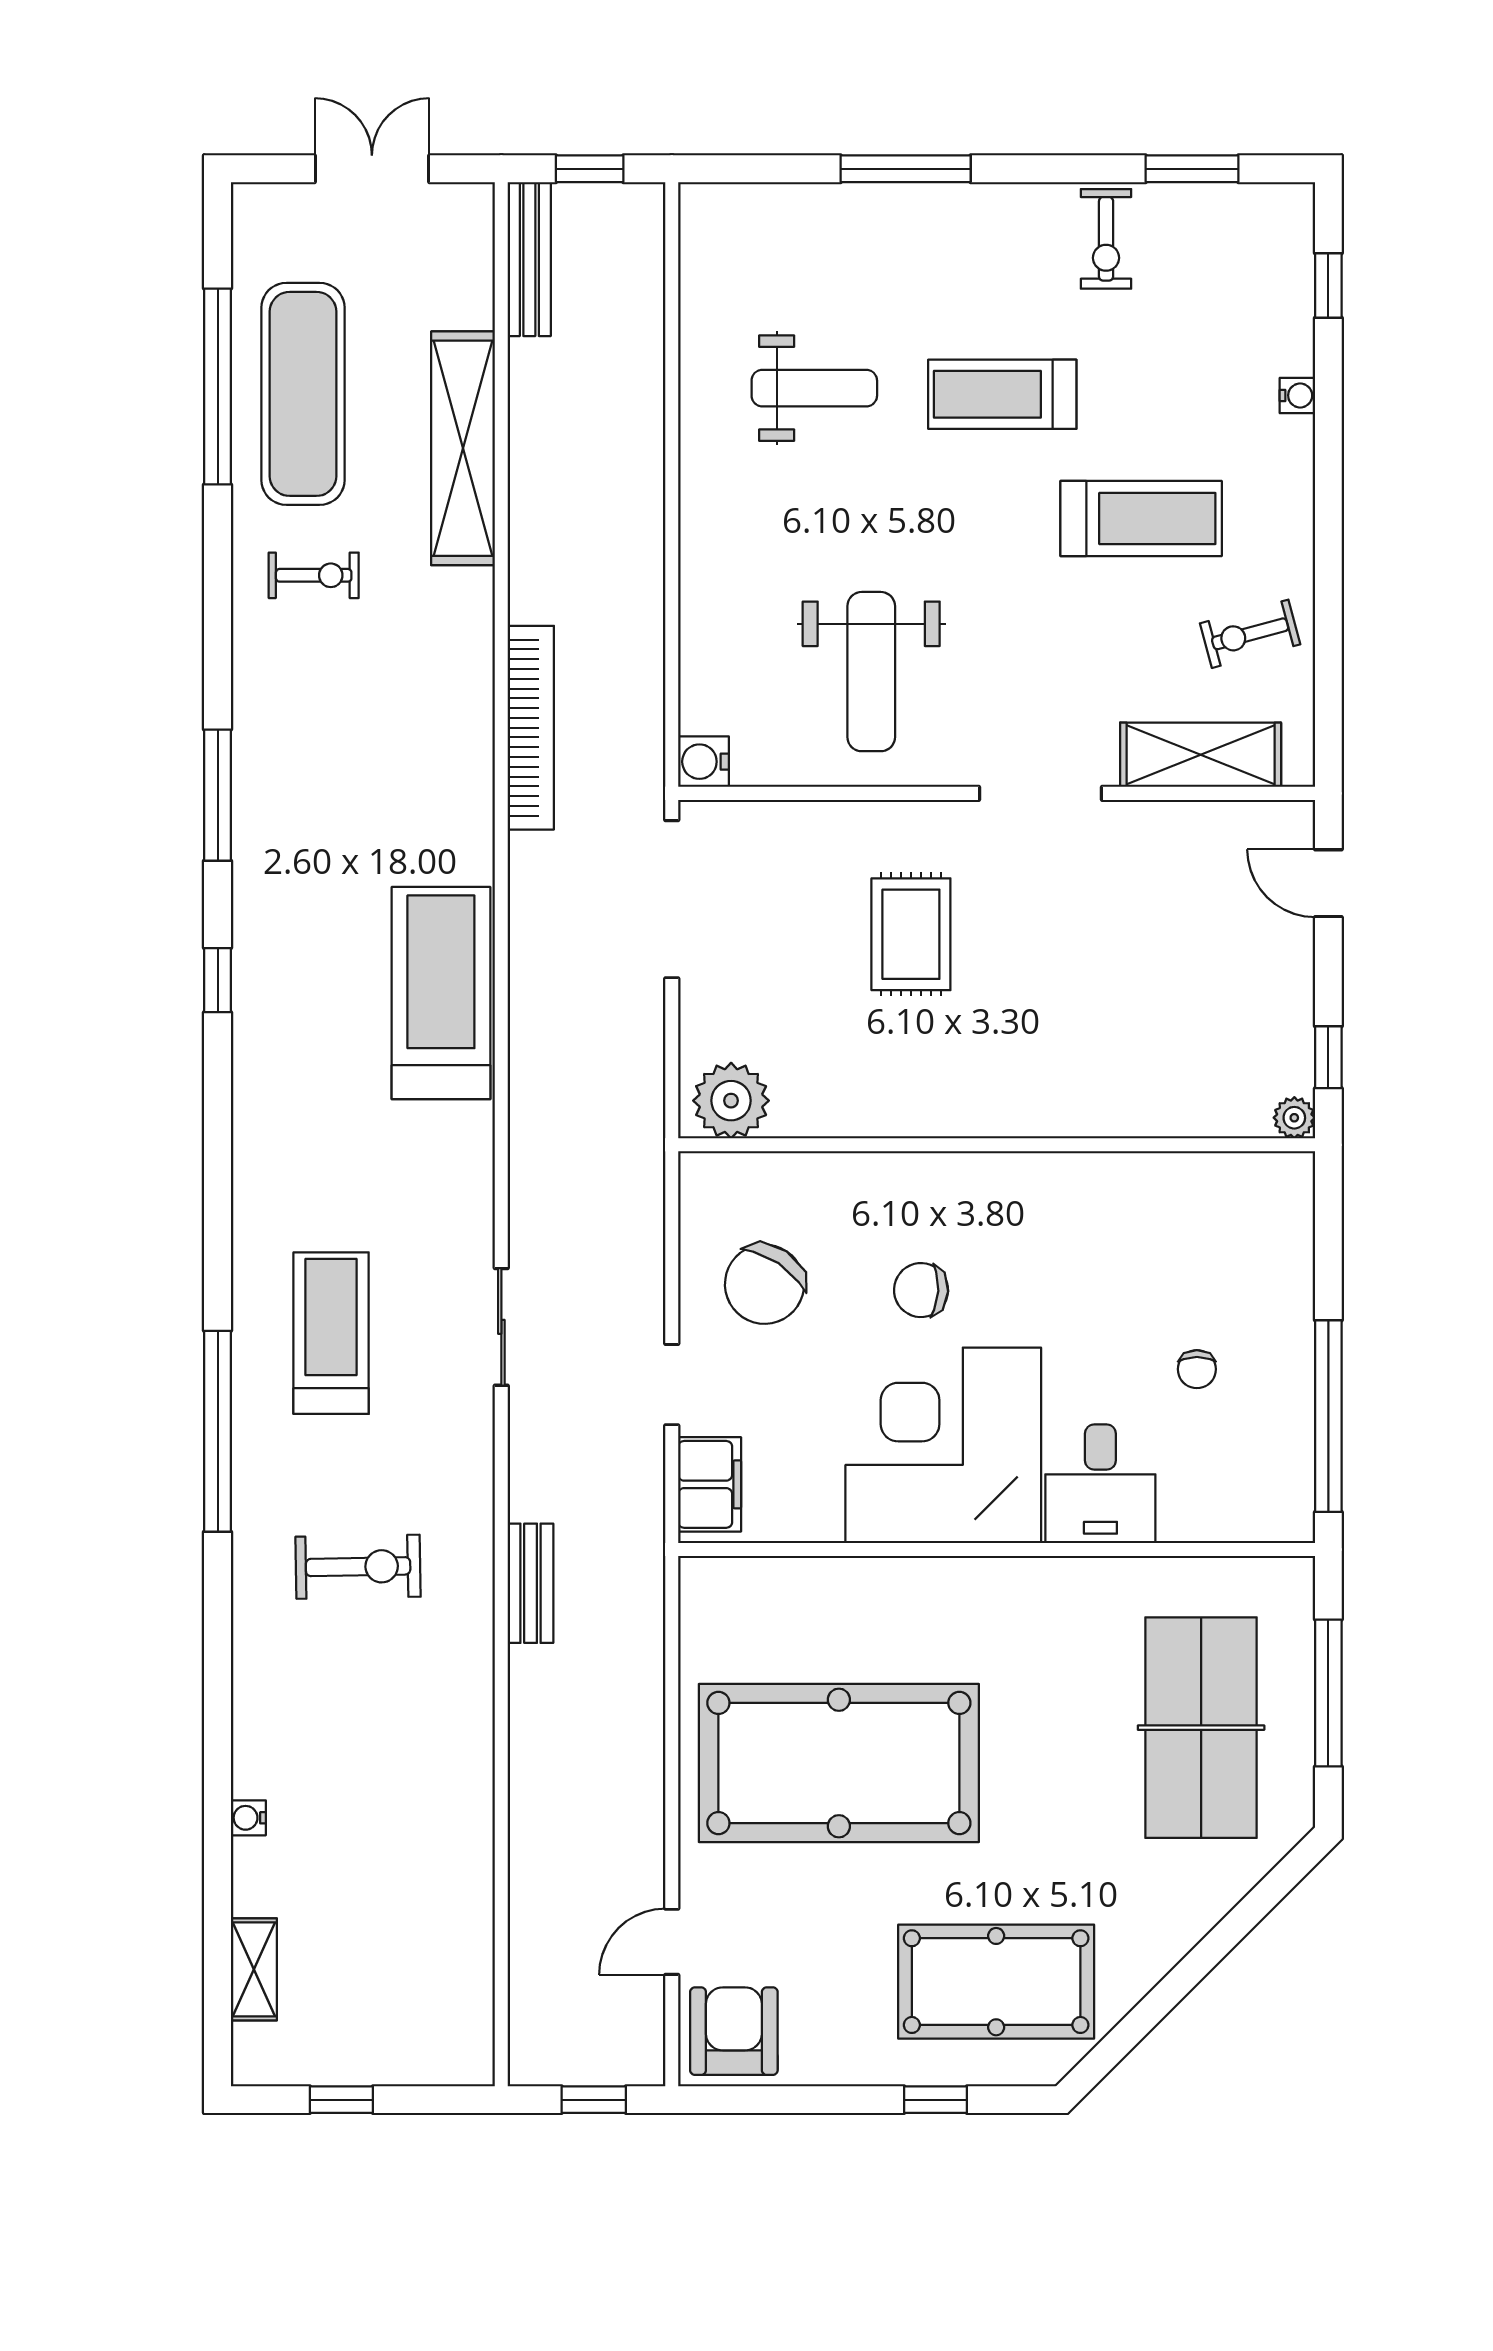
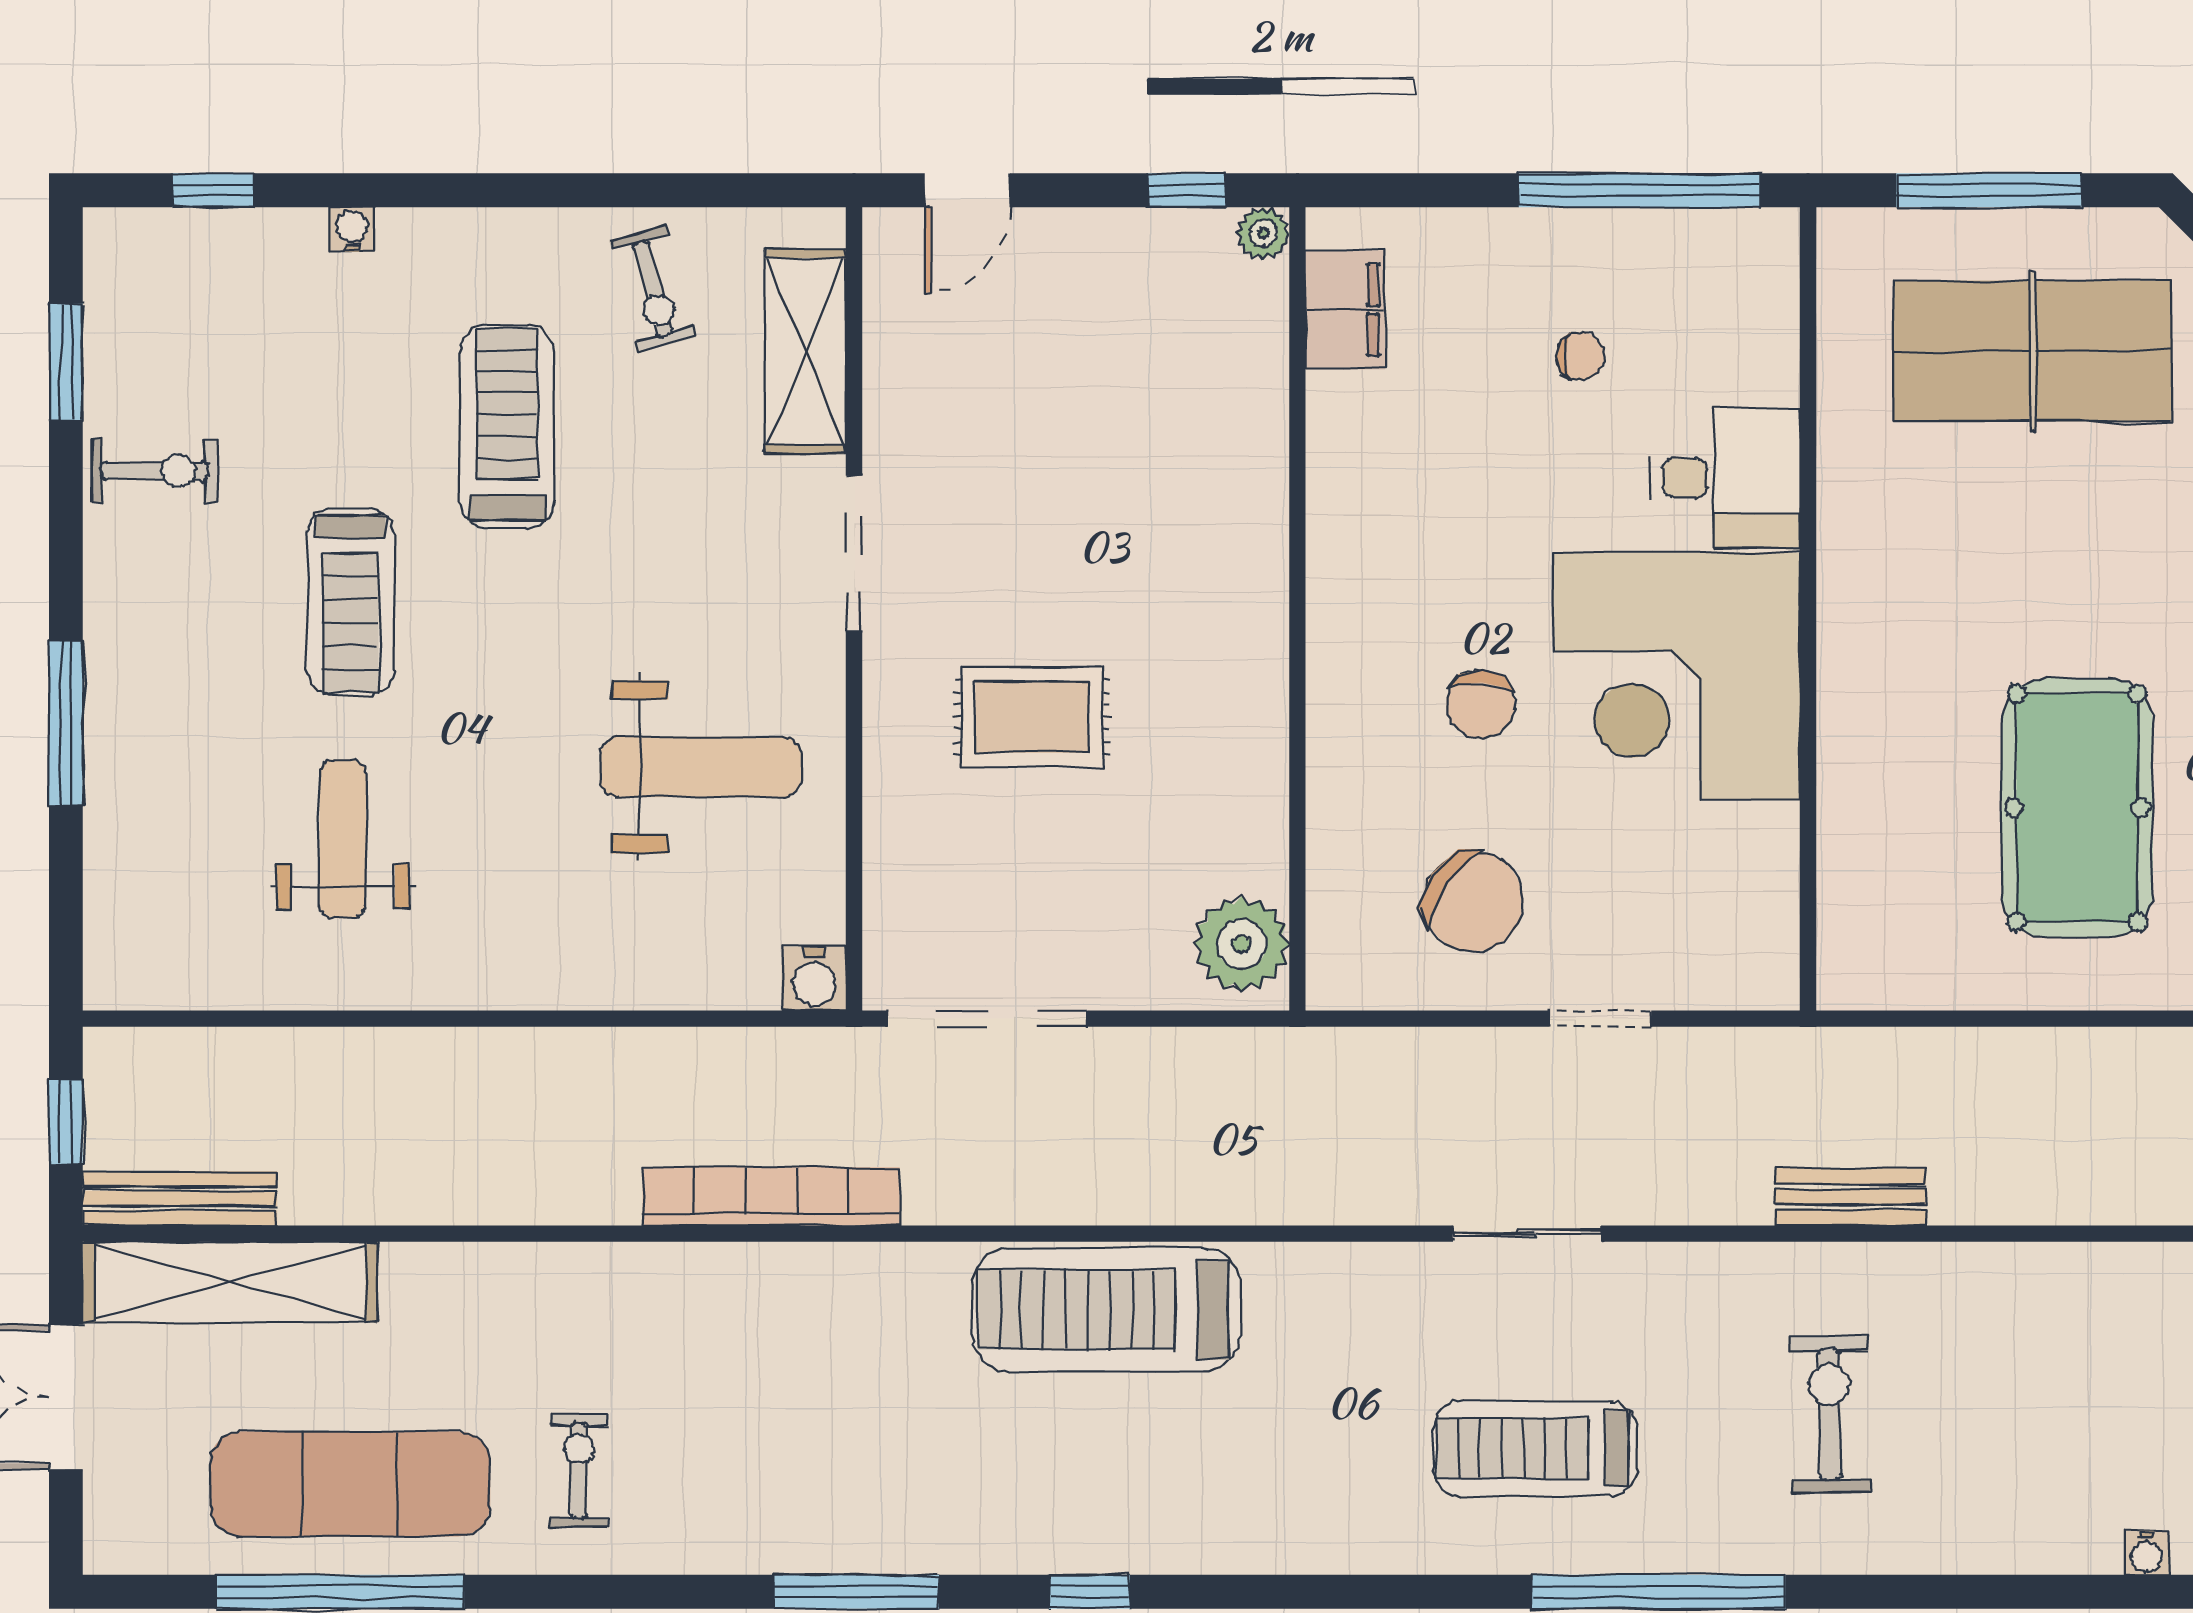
shelving: (463, 448) -> (230, 1282), moved
filing cabinet: (710, 1484) -> (1345, 310), moved, turned 90
pool table: (839, 1763) -> (2077, 808), width x0.73, depth x0.76

